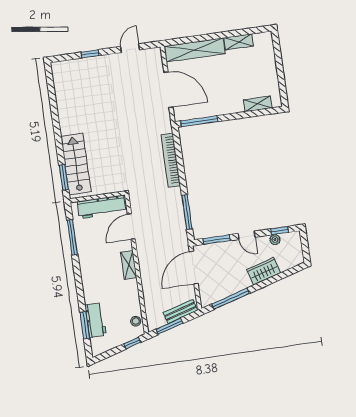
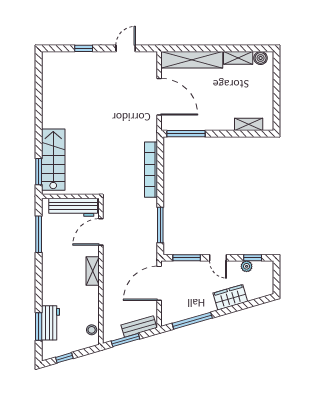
boiler: (260, 39) -> (261, 58), added
window: (132, 343) -> (64, 358), moved

